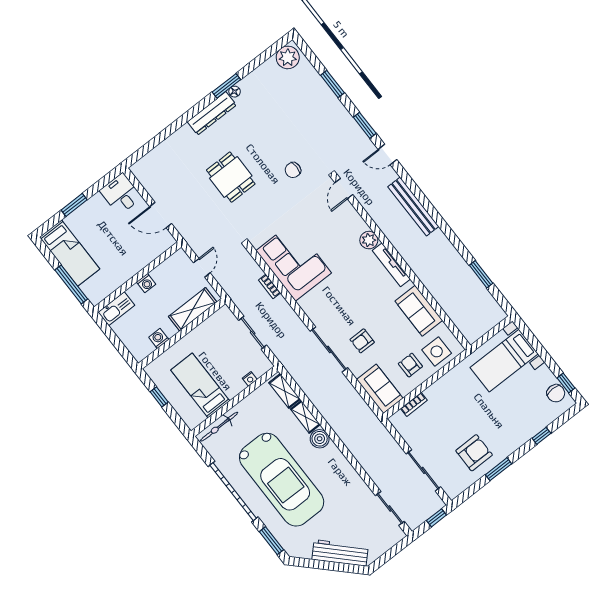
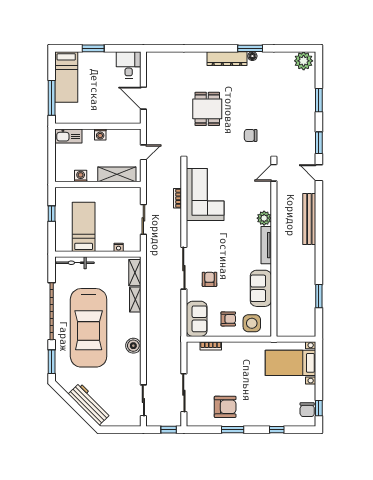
armchair: (362, 341) -> (209, 279), turned 90
armchair: (410, 365) -> (228, 319), turned 90
boiler: (320, 439) -> (133, 346), moved

